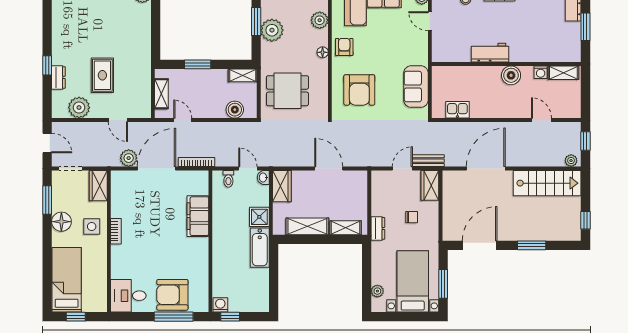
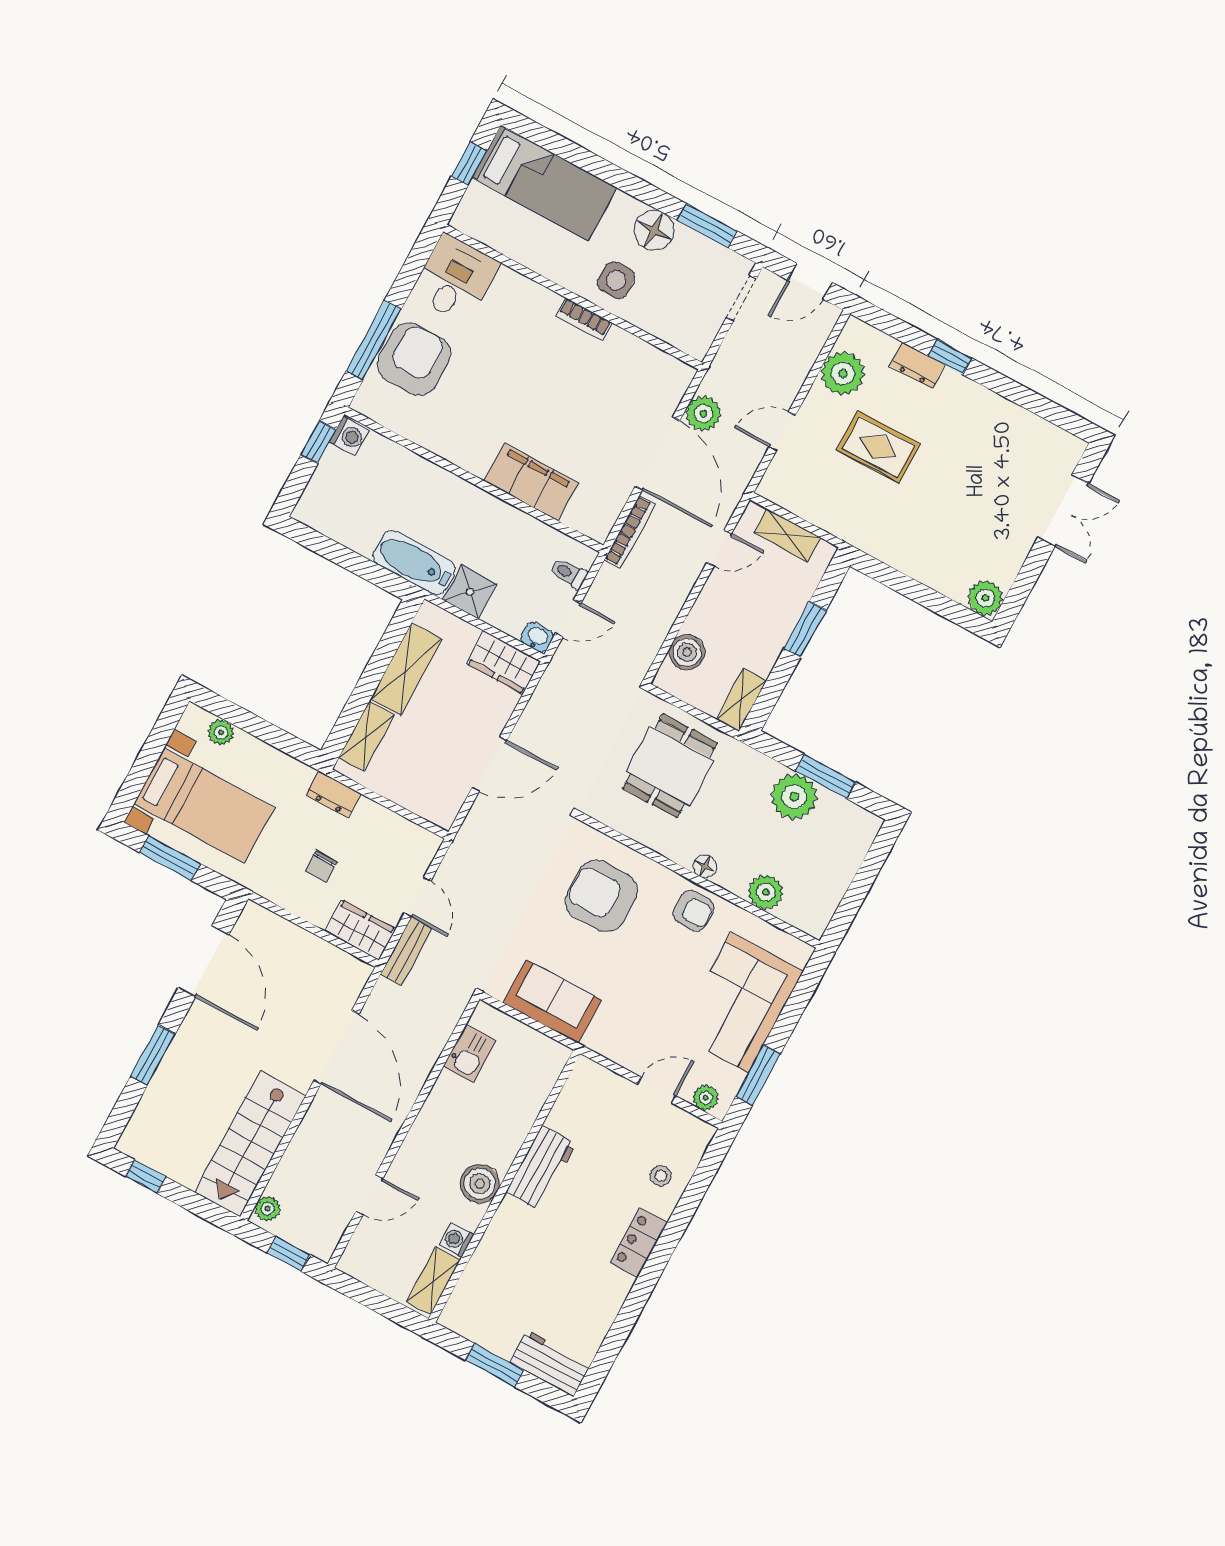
wardrobe: (98, 186) -> (683, 332), removed

